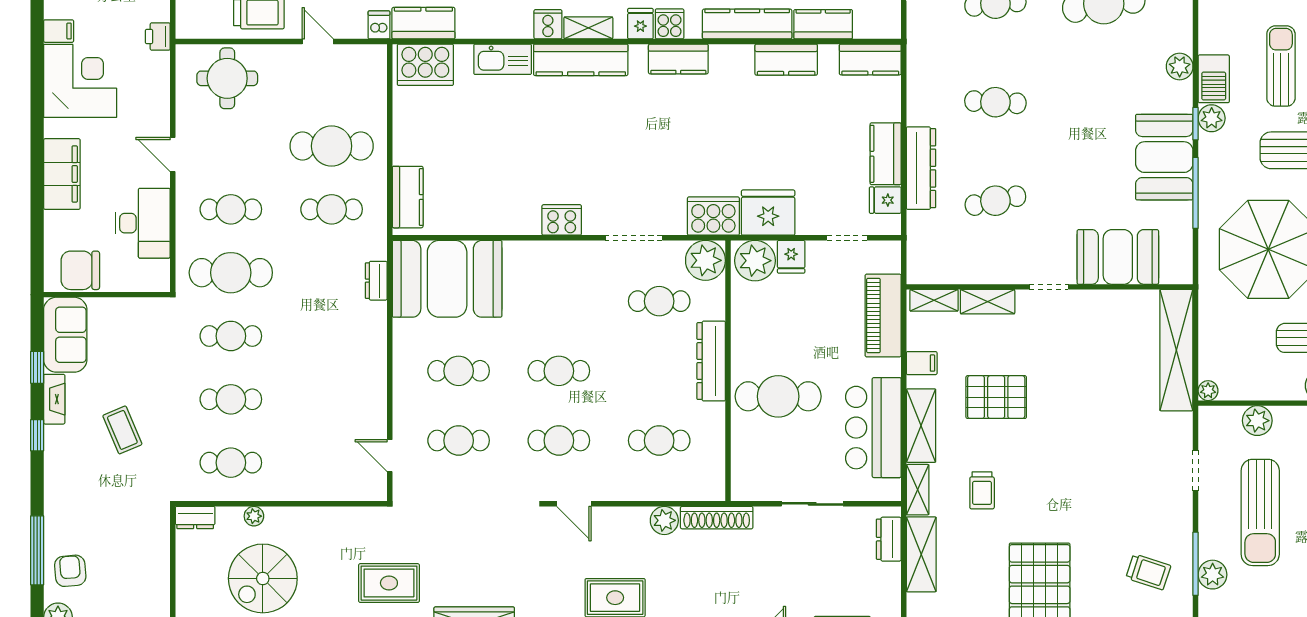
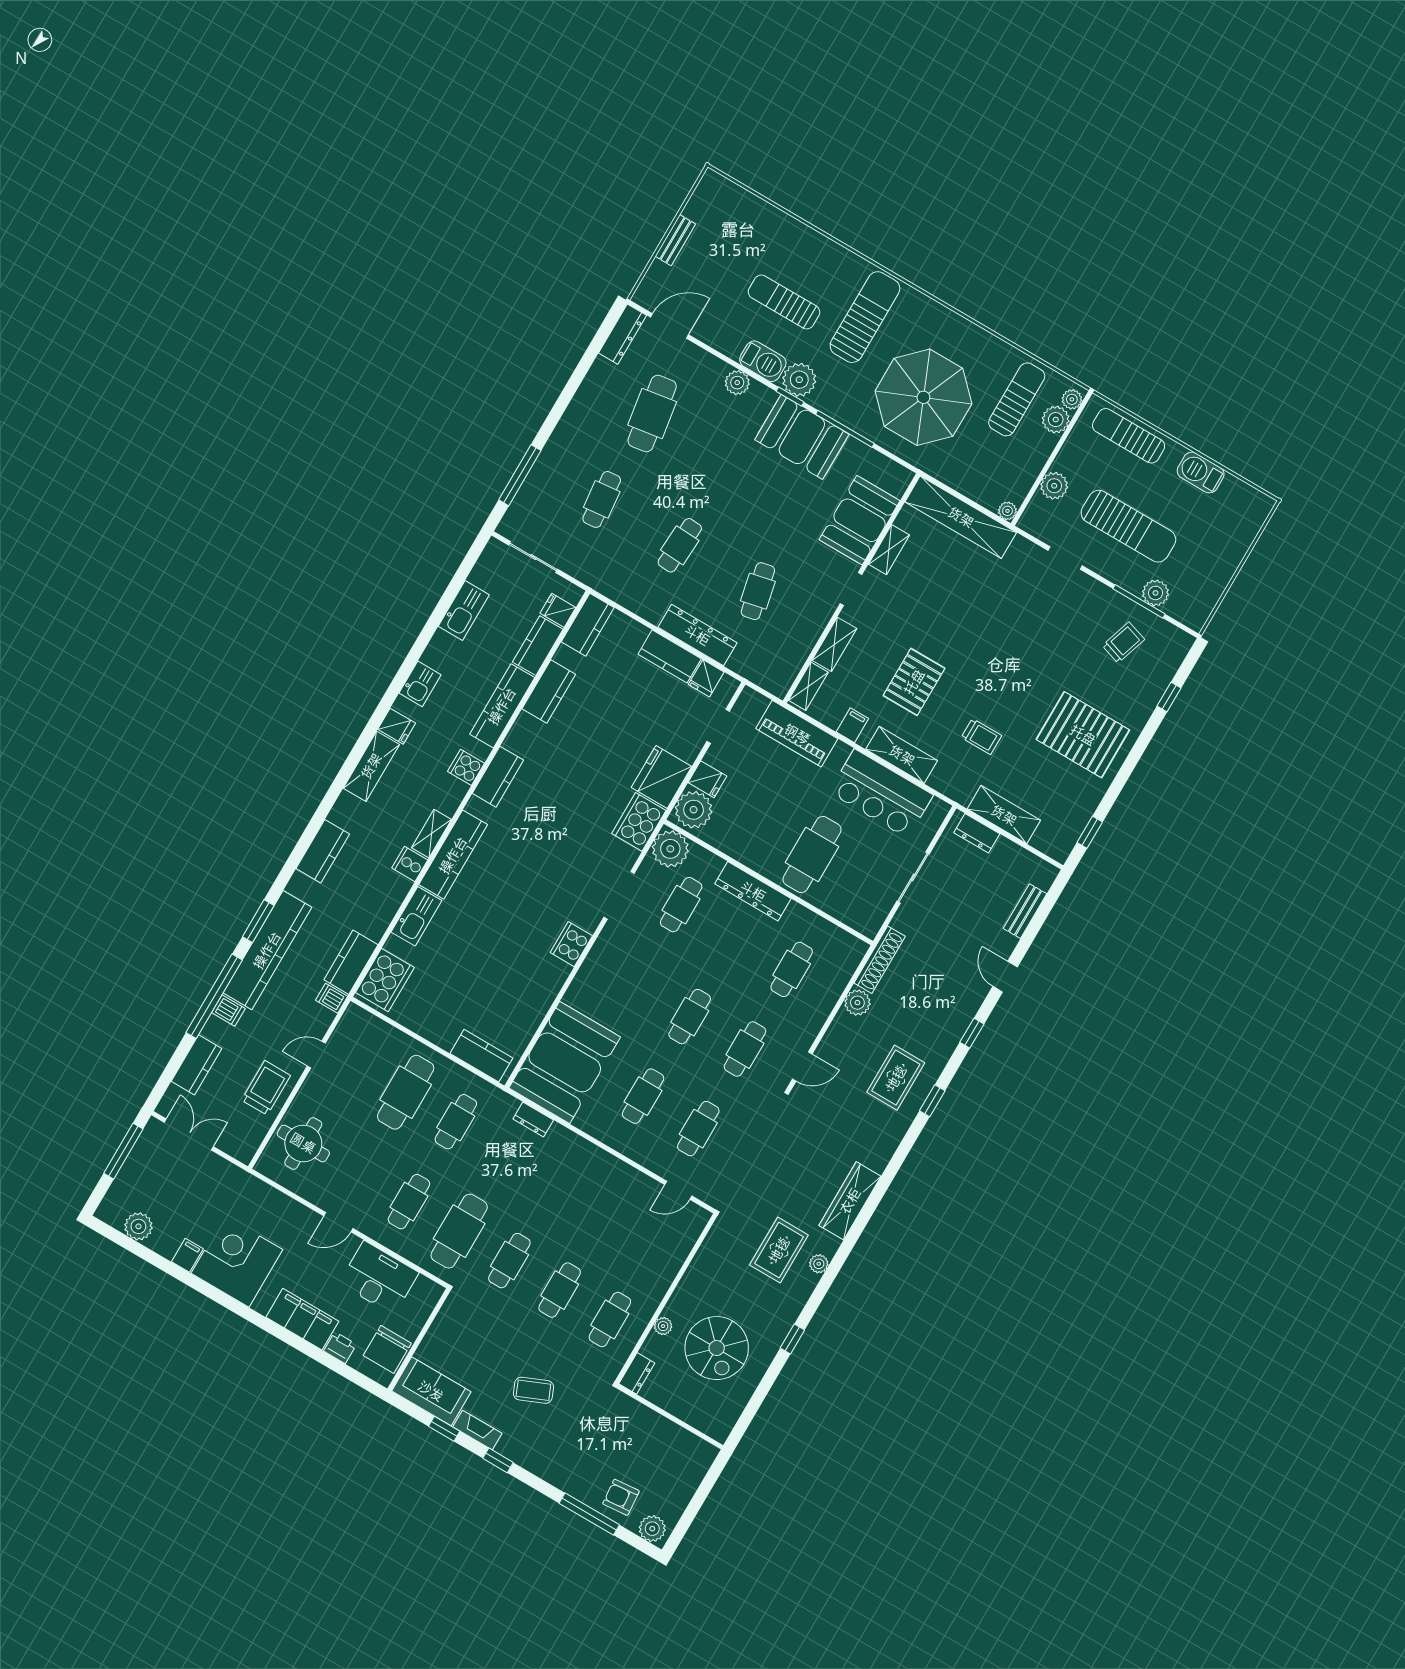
fridge: (640, 24) -> (558, 610), moved
printer: (158, 36) -> (340, 1348), moved, turned 180
plant: (1212, 118) -> (799, 380), width x1.36, depth x1.36
shelving: (918, 490) -> (889, 550), moved, turned 90

